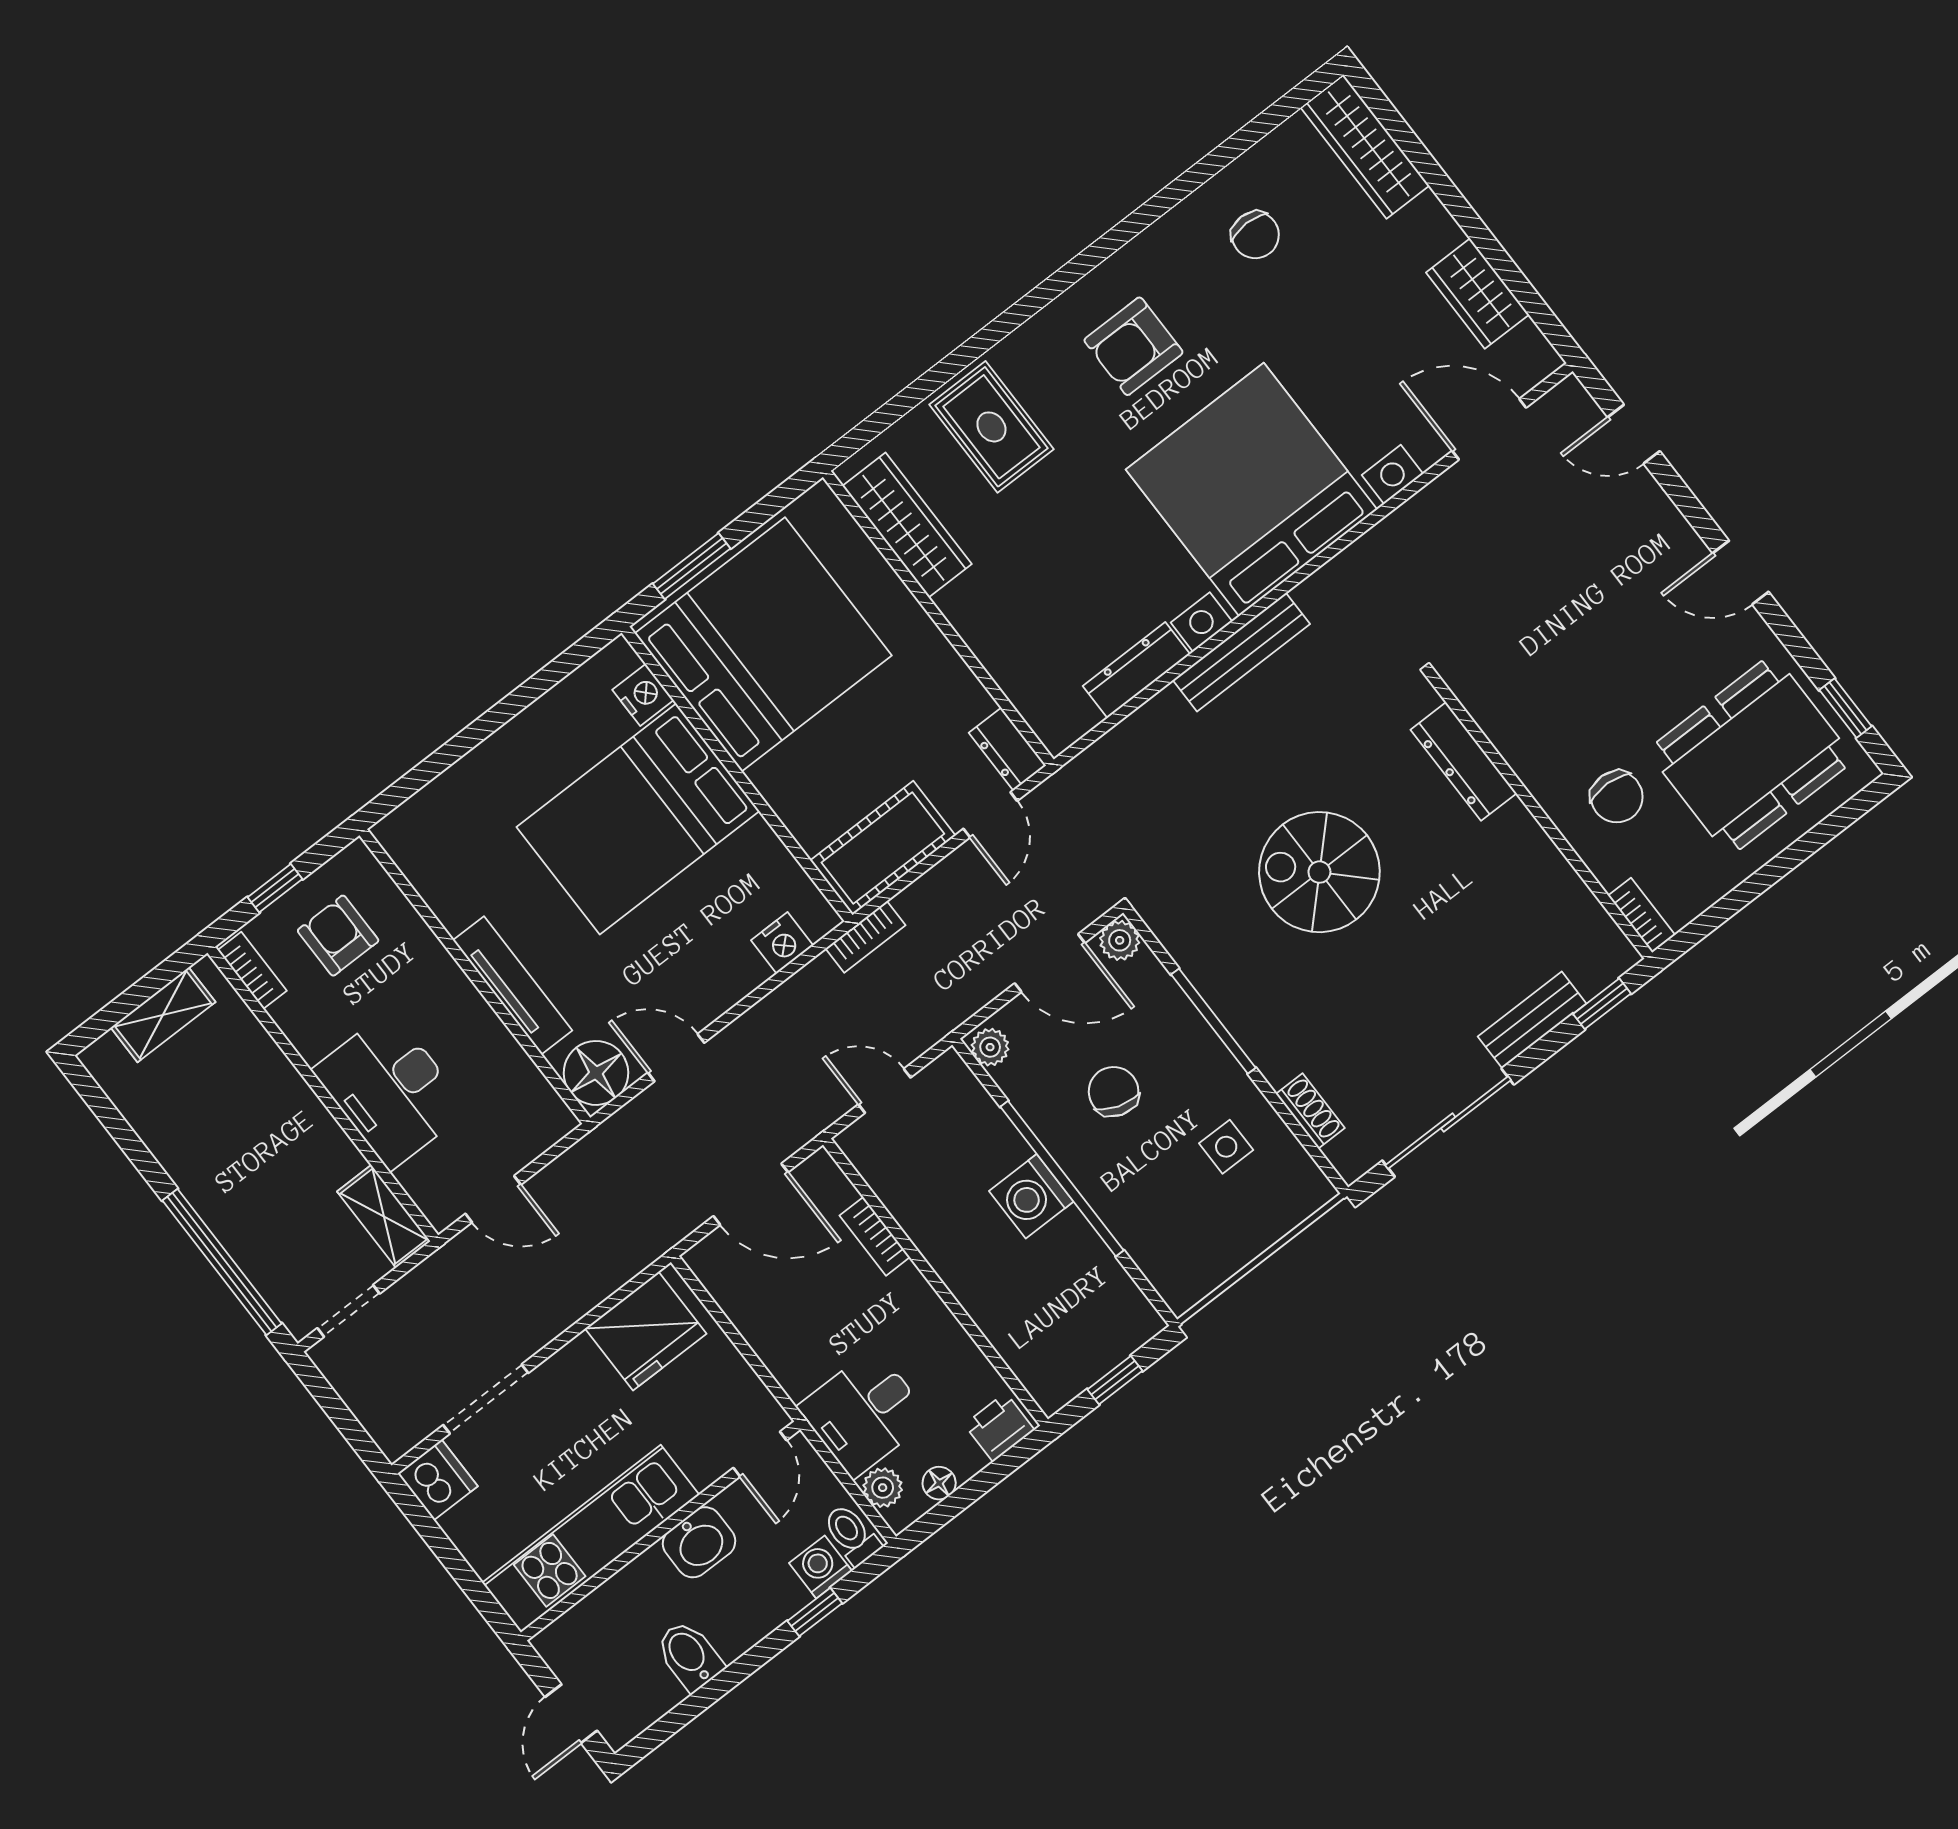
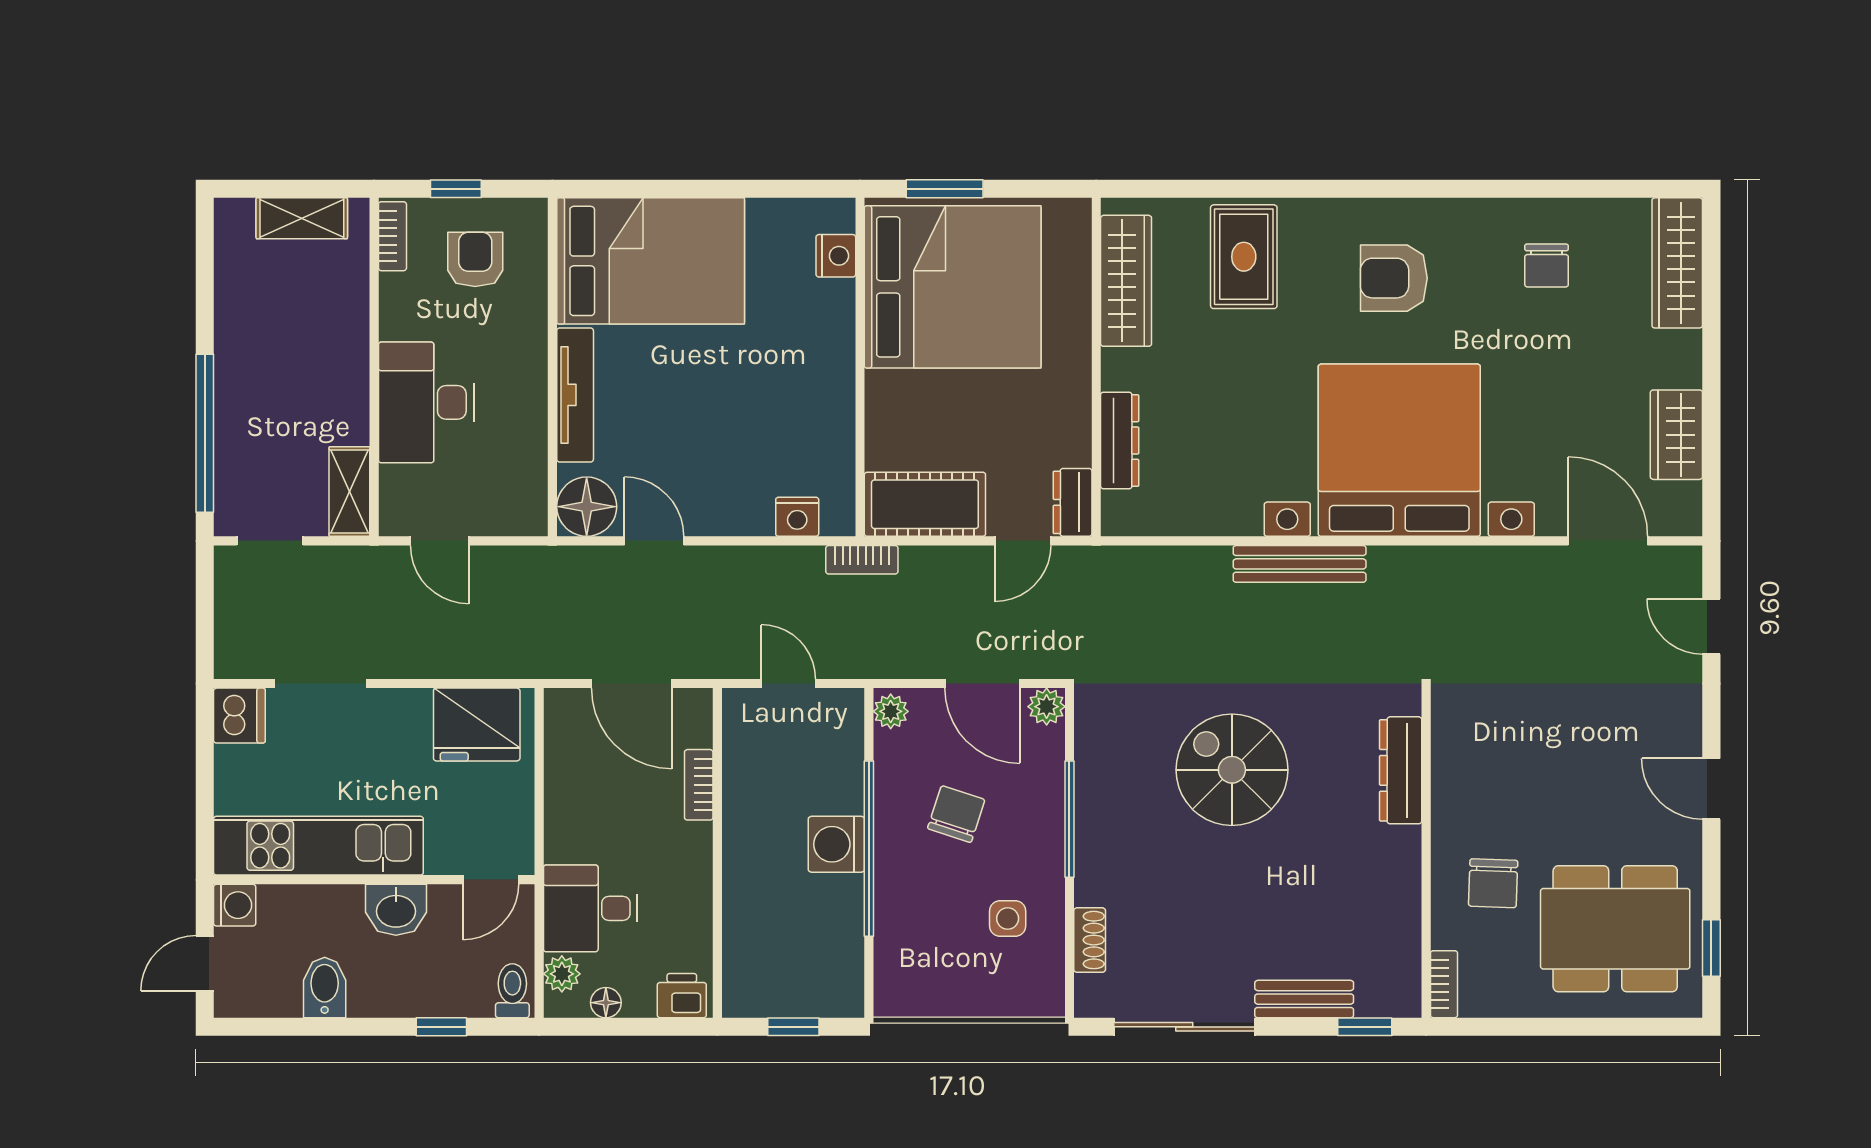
dresser: (1136, 670) -> (1120, 441), moved, turned 90
bed: (638, 819) -> (651, 261), moved, turned 180
washing machine: (820, 1567) -> (235, 905), moved, turned 90

